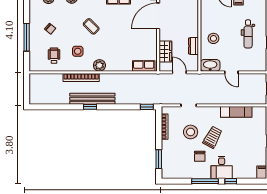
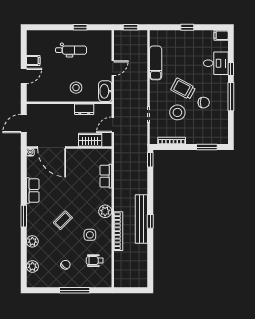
row of seats: (144, 66) -> (106, 176), moved
desk: (222, 167) -> (216, 63), moved

